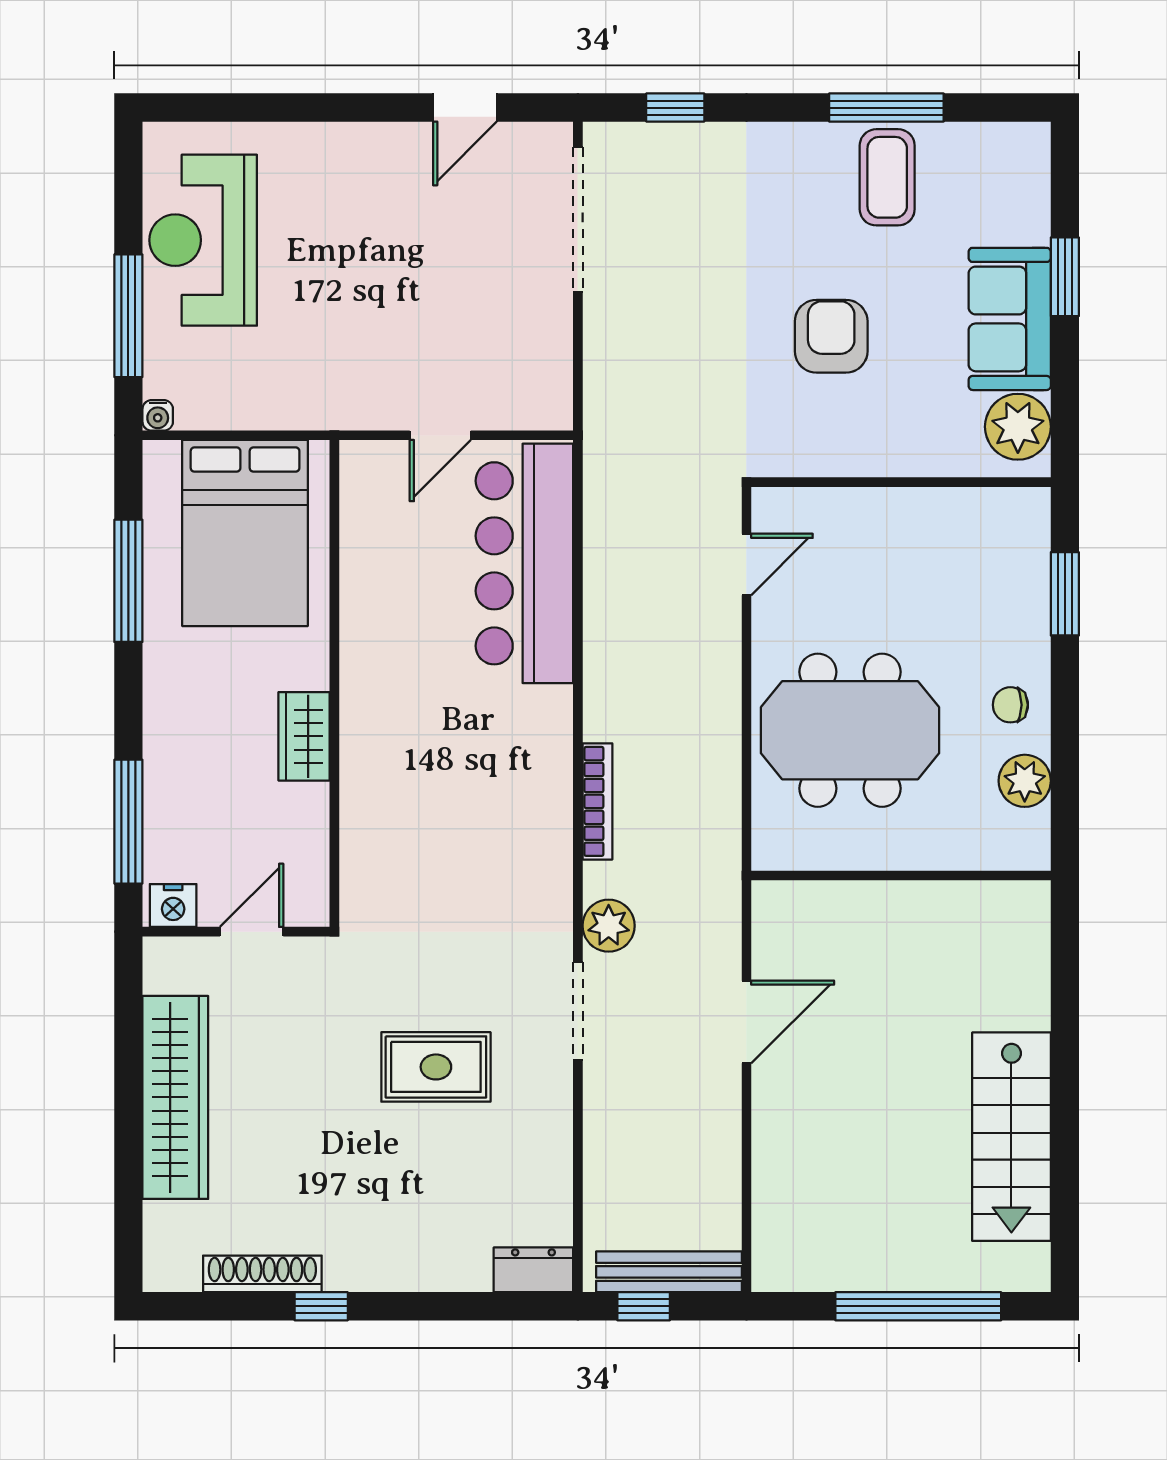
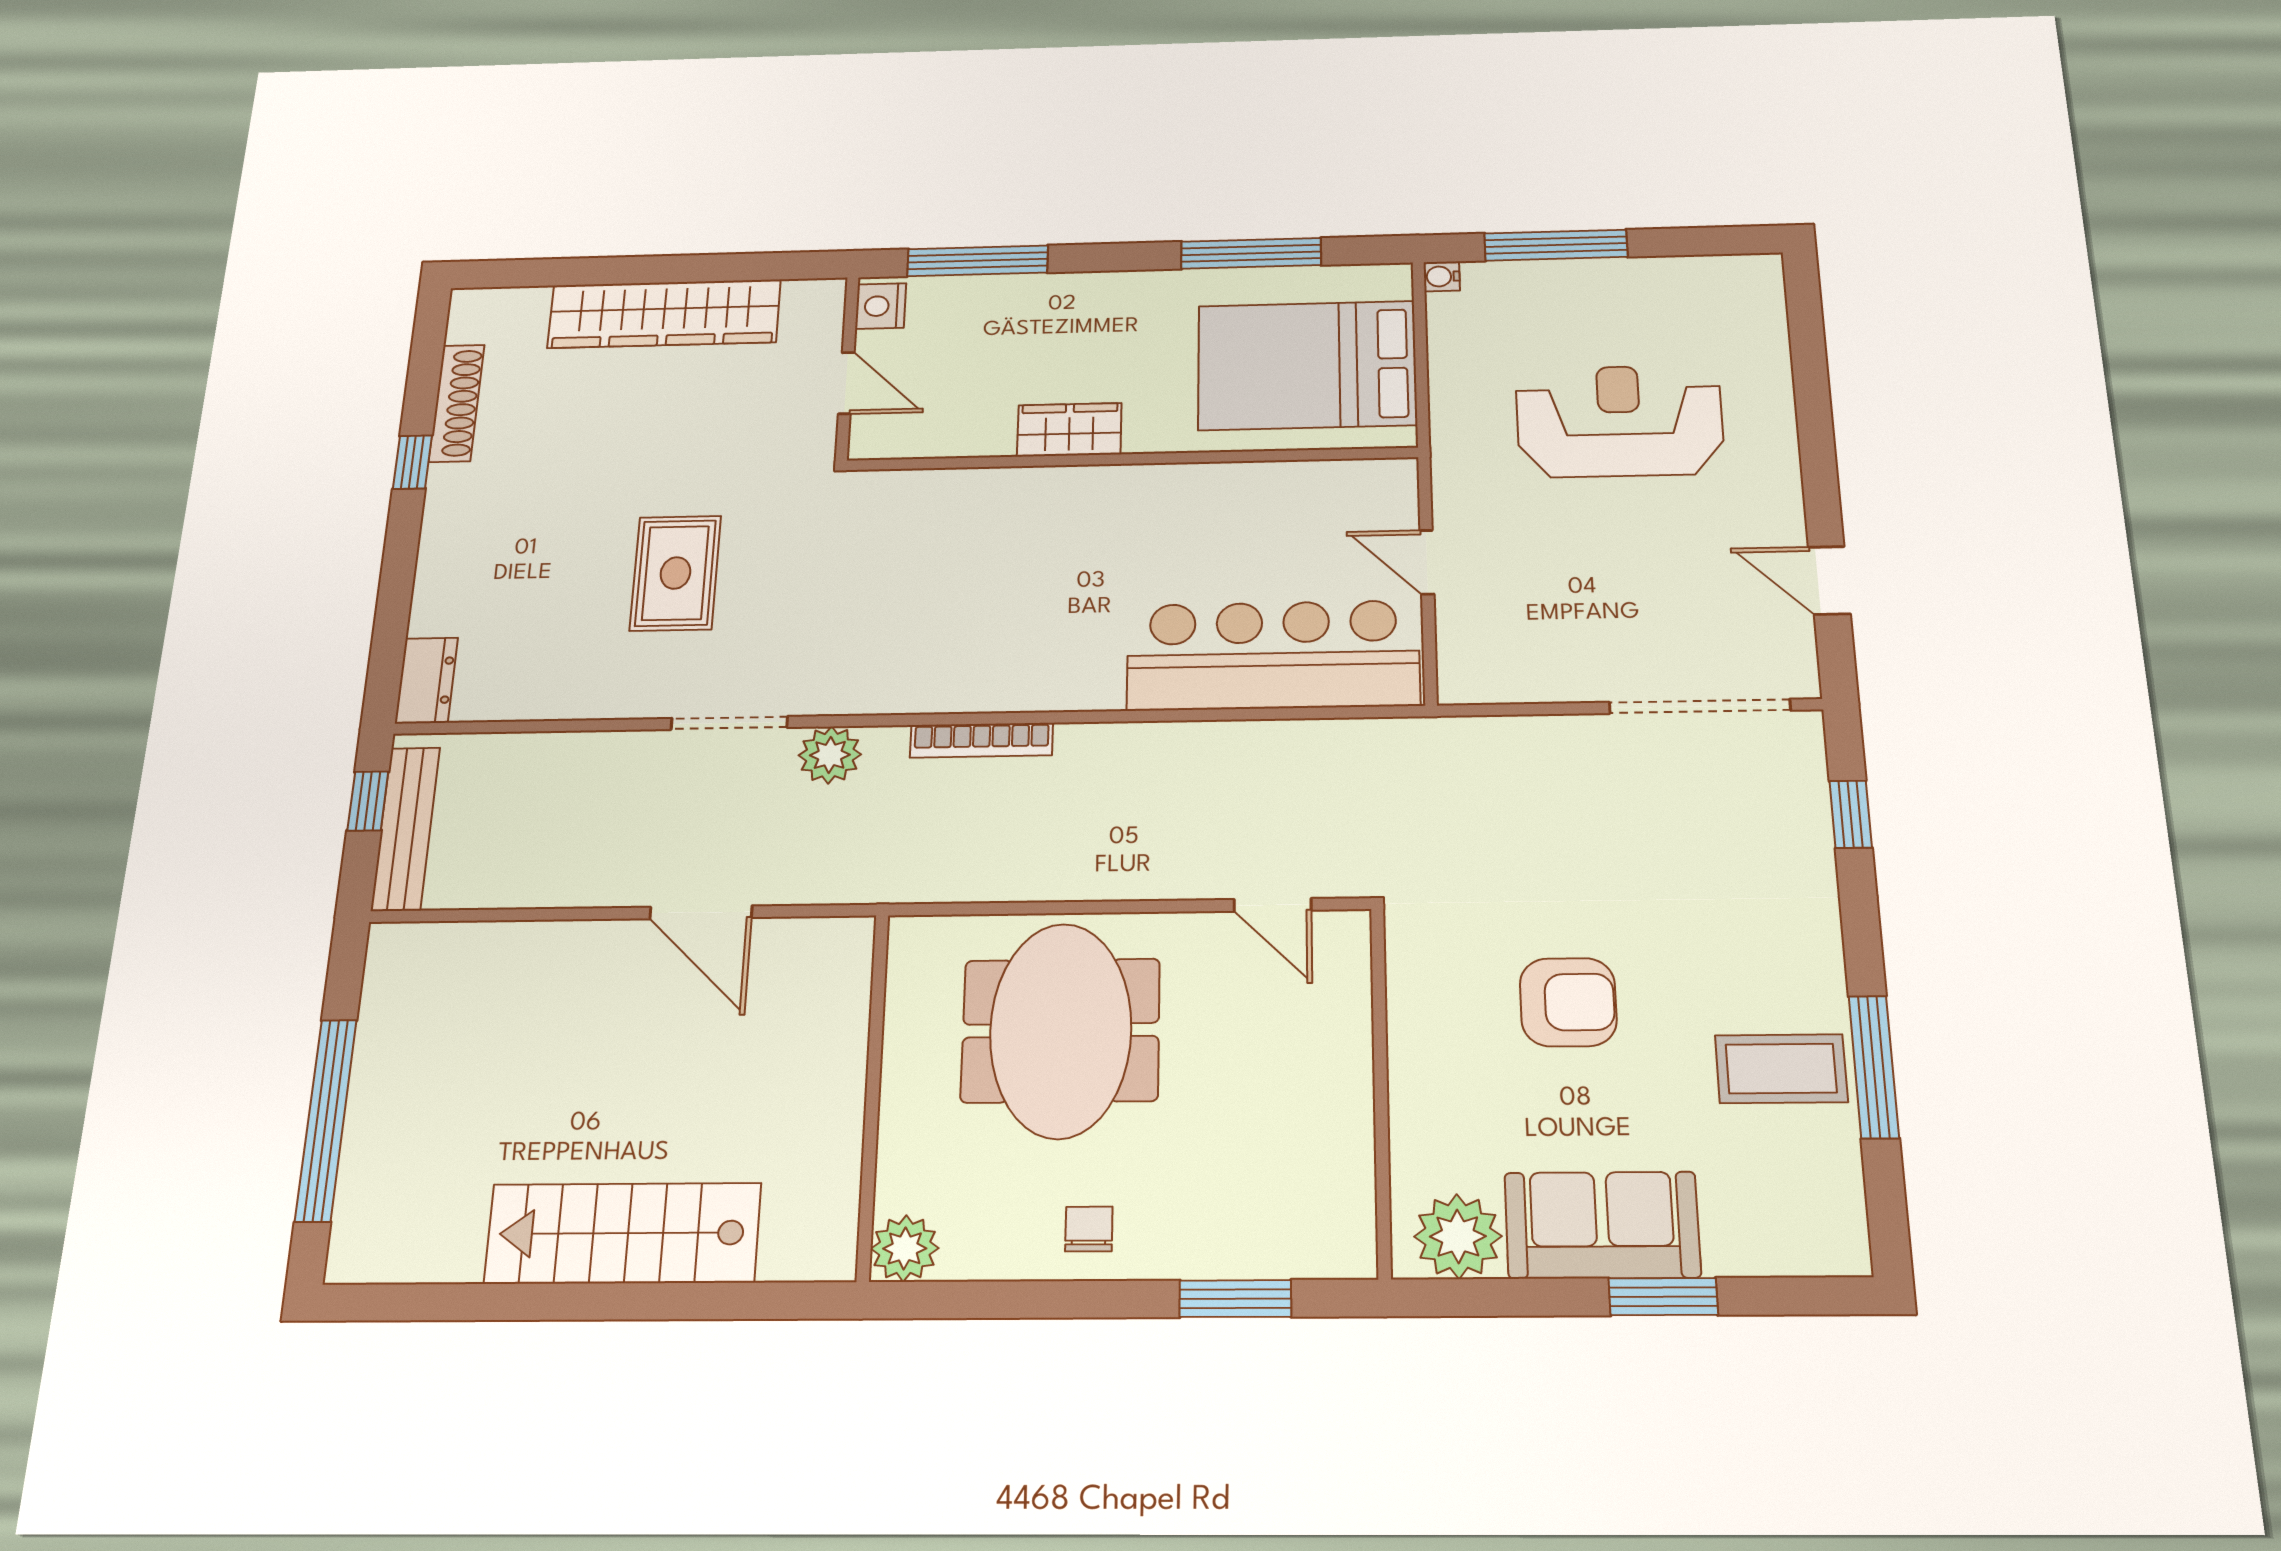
reception desk: (203, 240) -> (1619, 421), moved
plant: (1025, 781) -> (905, 1248), moved
stairs: (1011, 1137) -> (623, 1233), moved

